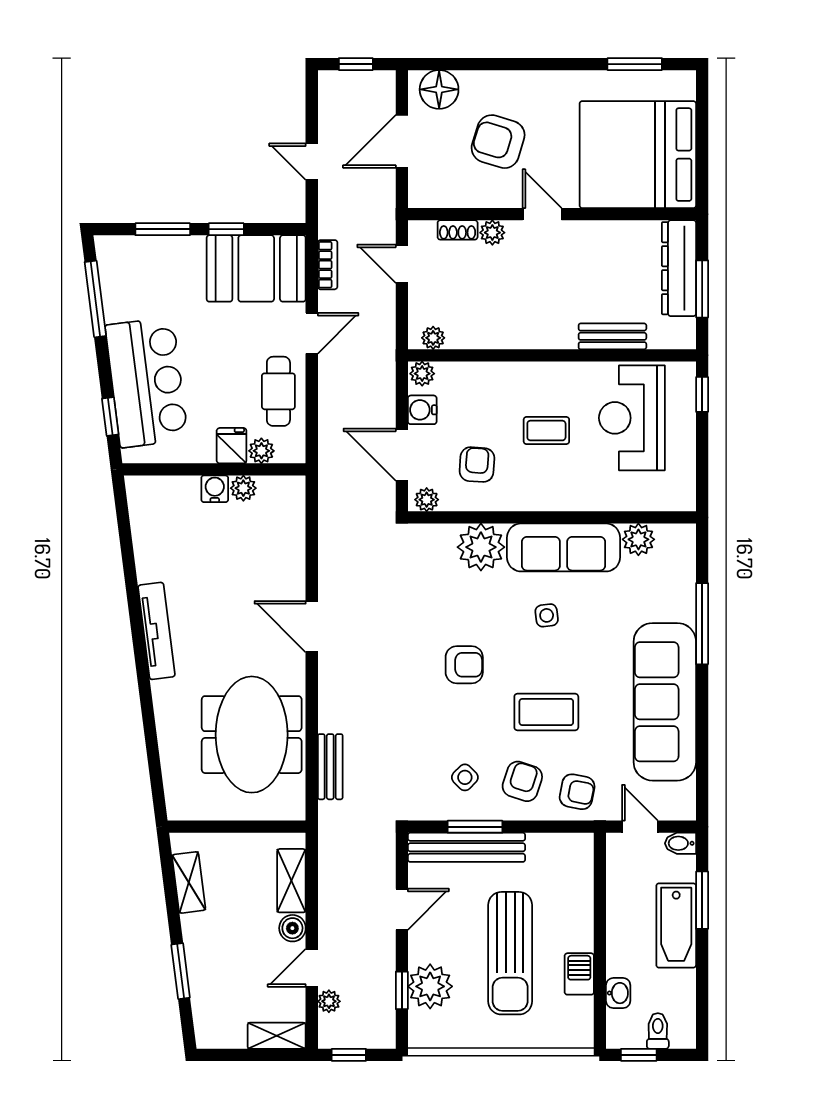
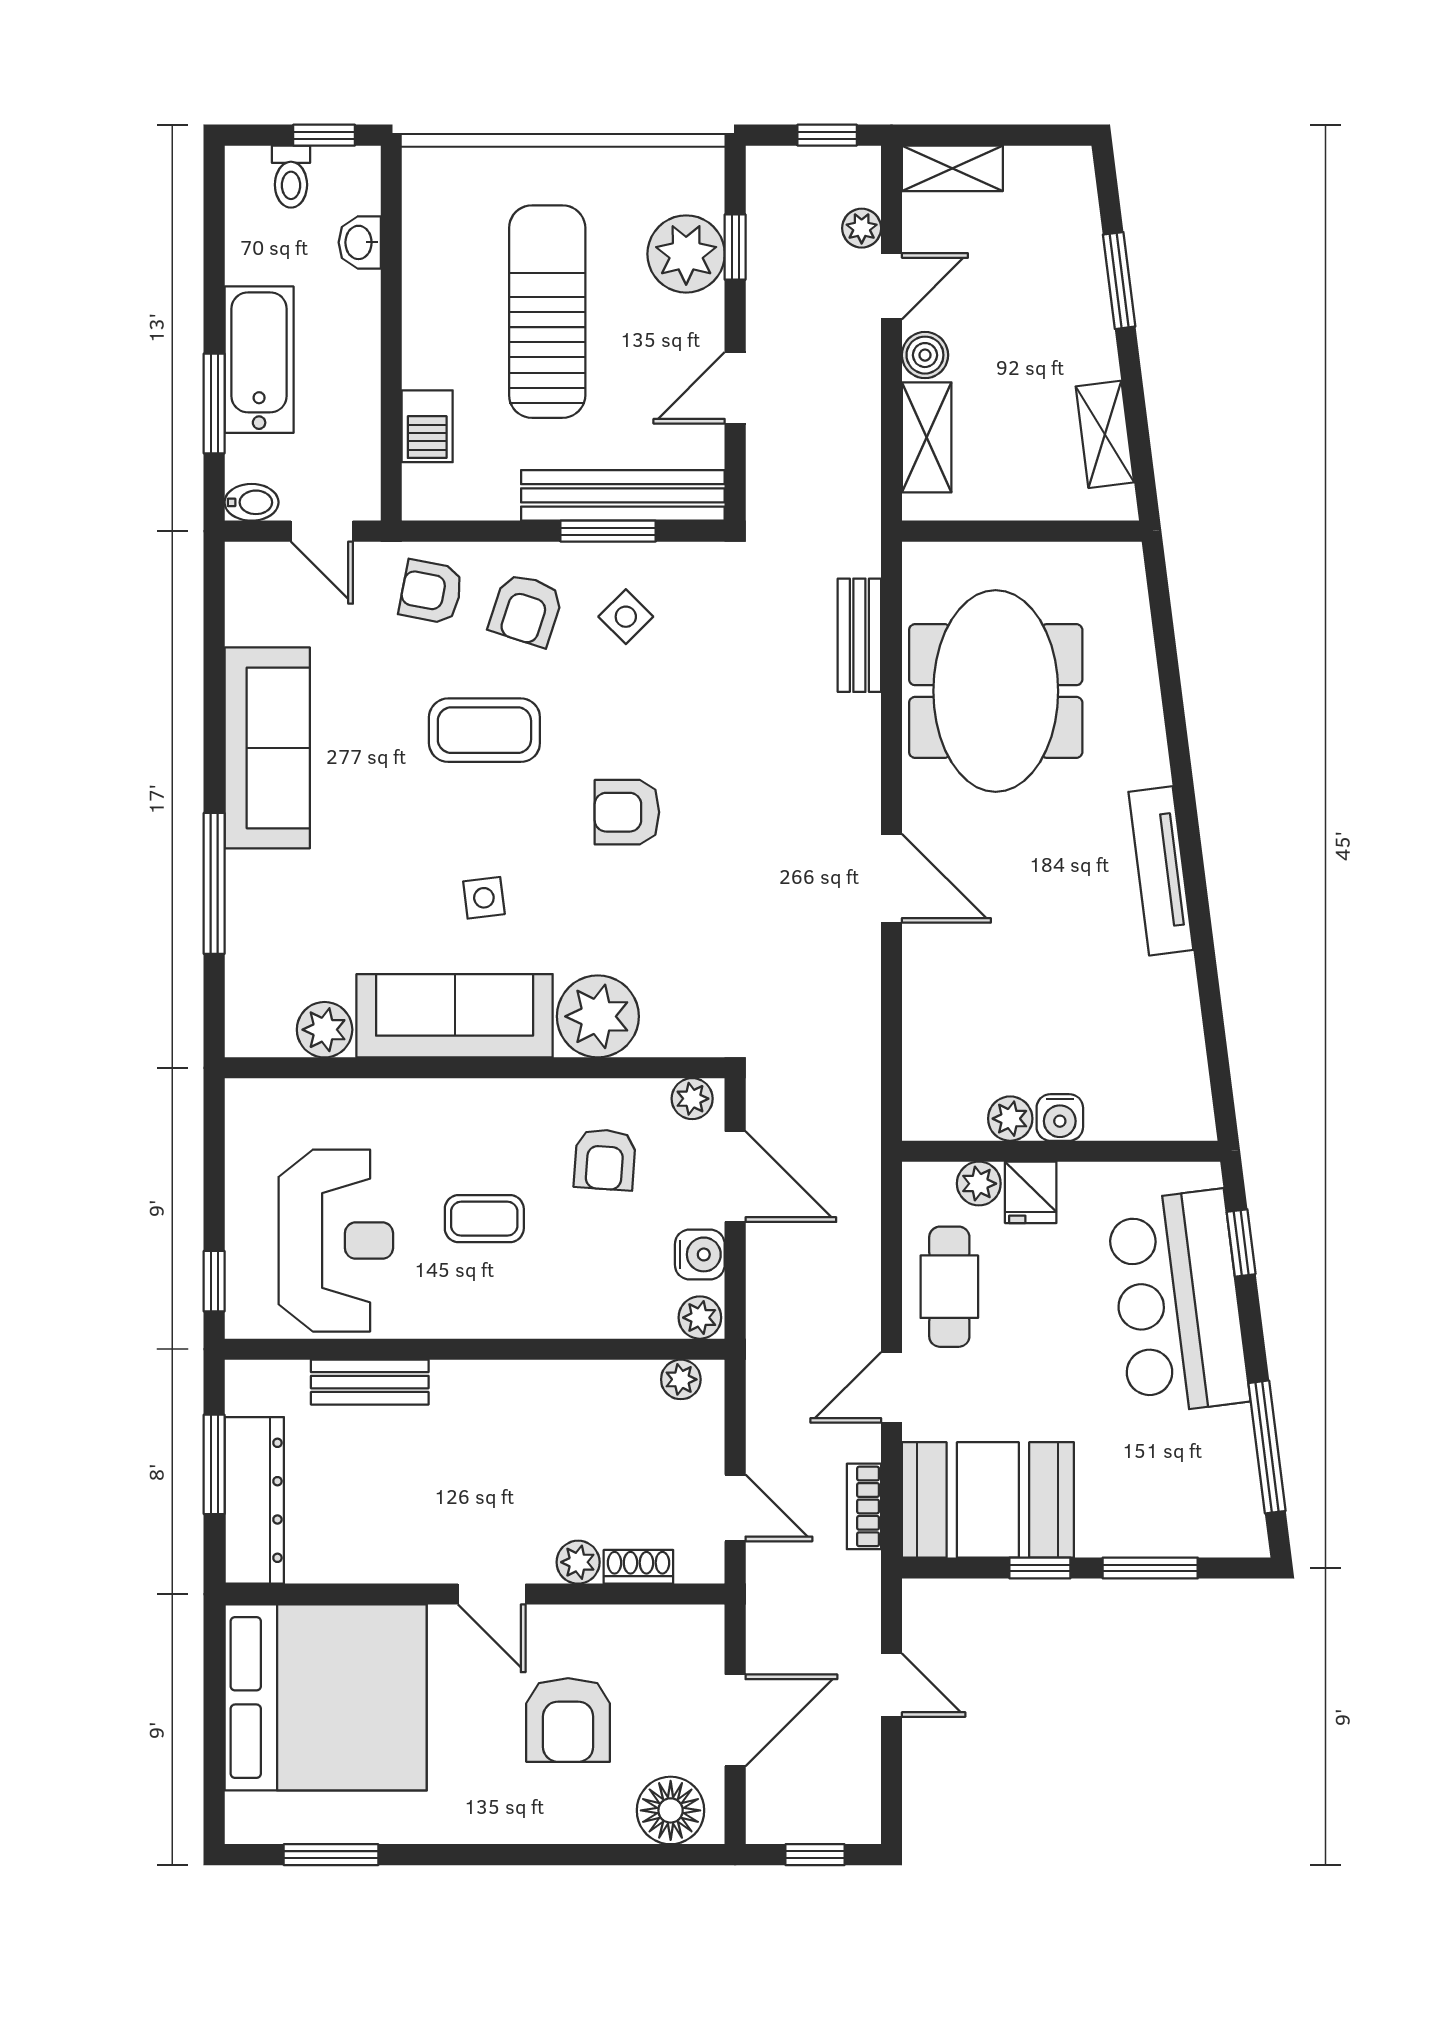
armchair: (498, 142) -> (568, 1720), turned 73
sofa: (665, 702) -> (267, 748), width x0.74, depth x0.79
barbecue: (579, 974) -> (427, 426), moved

